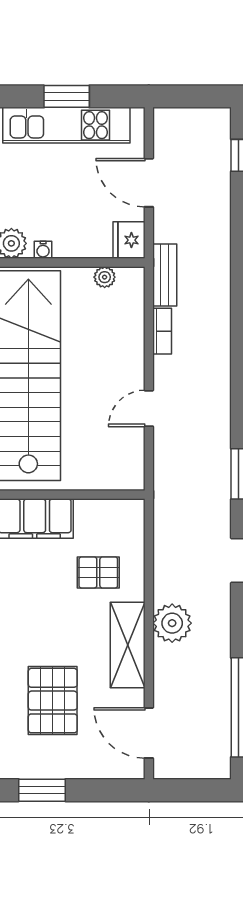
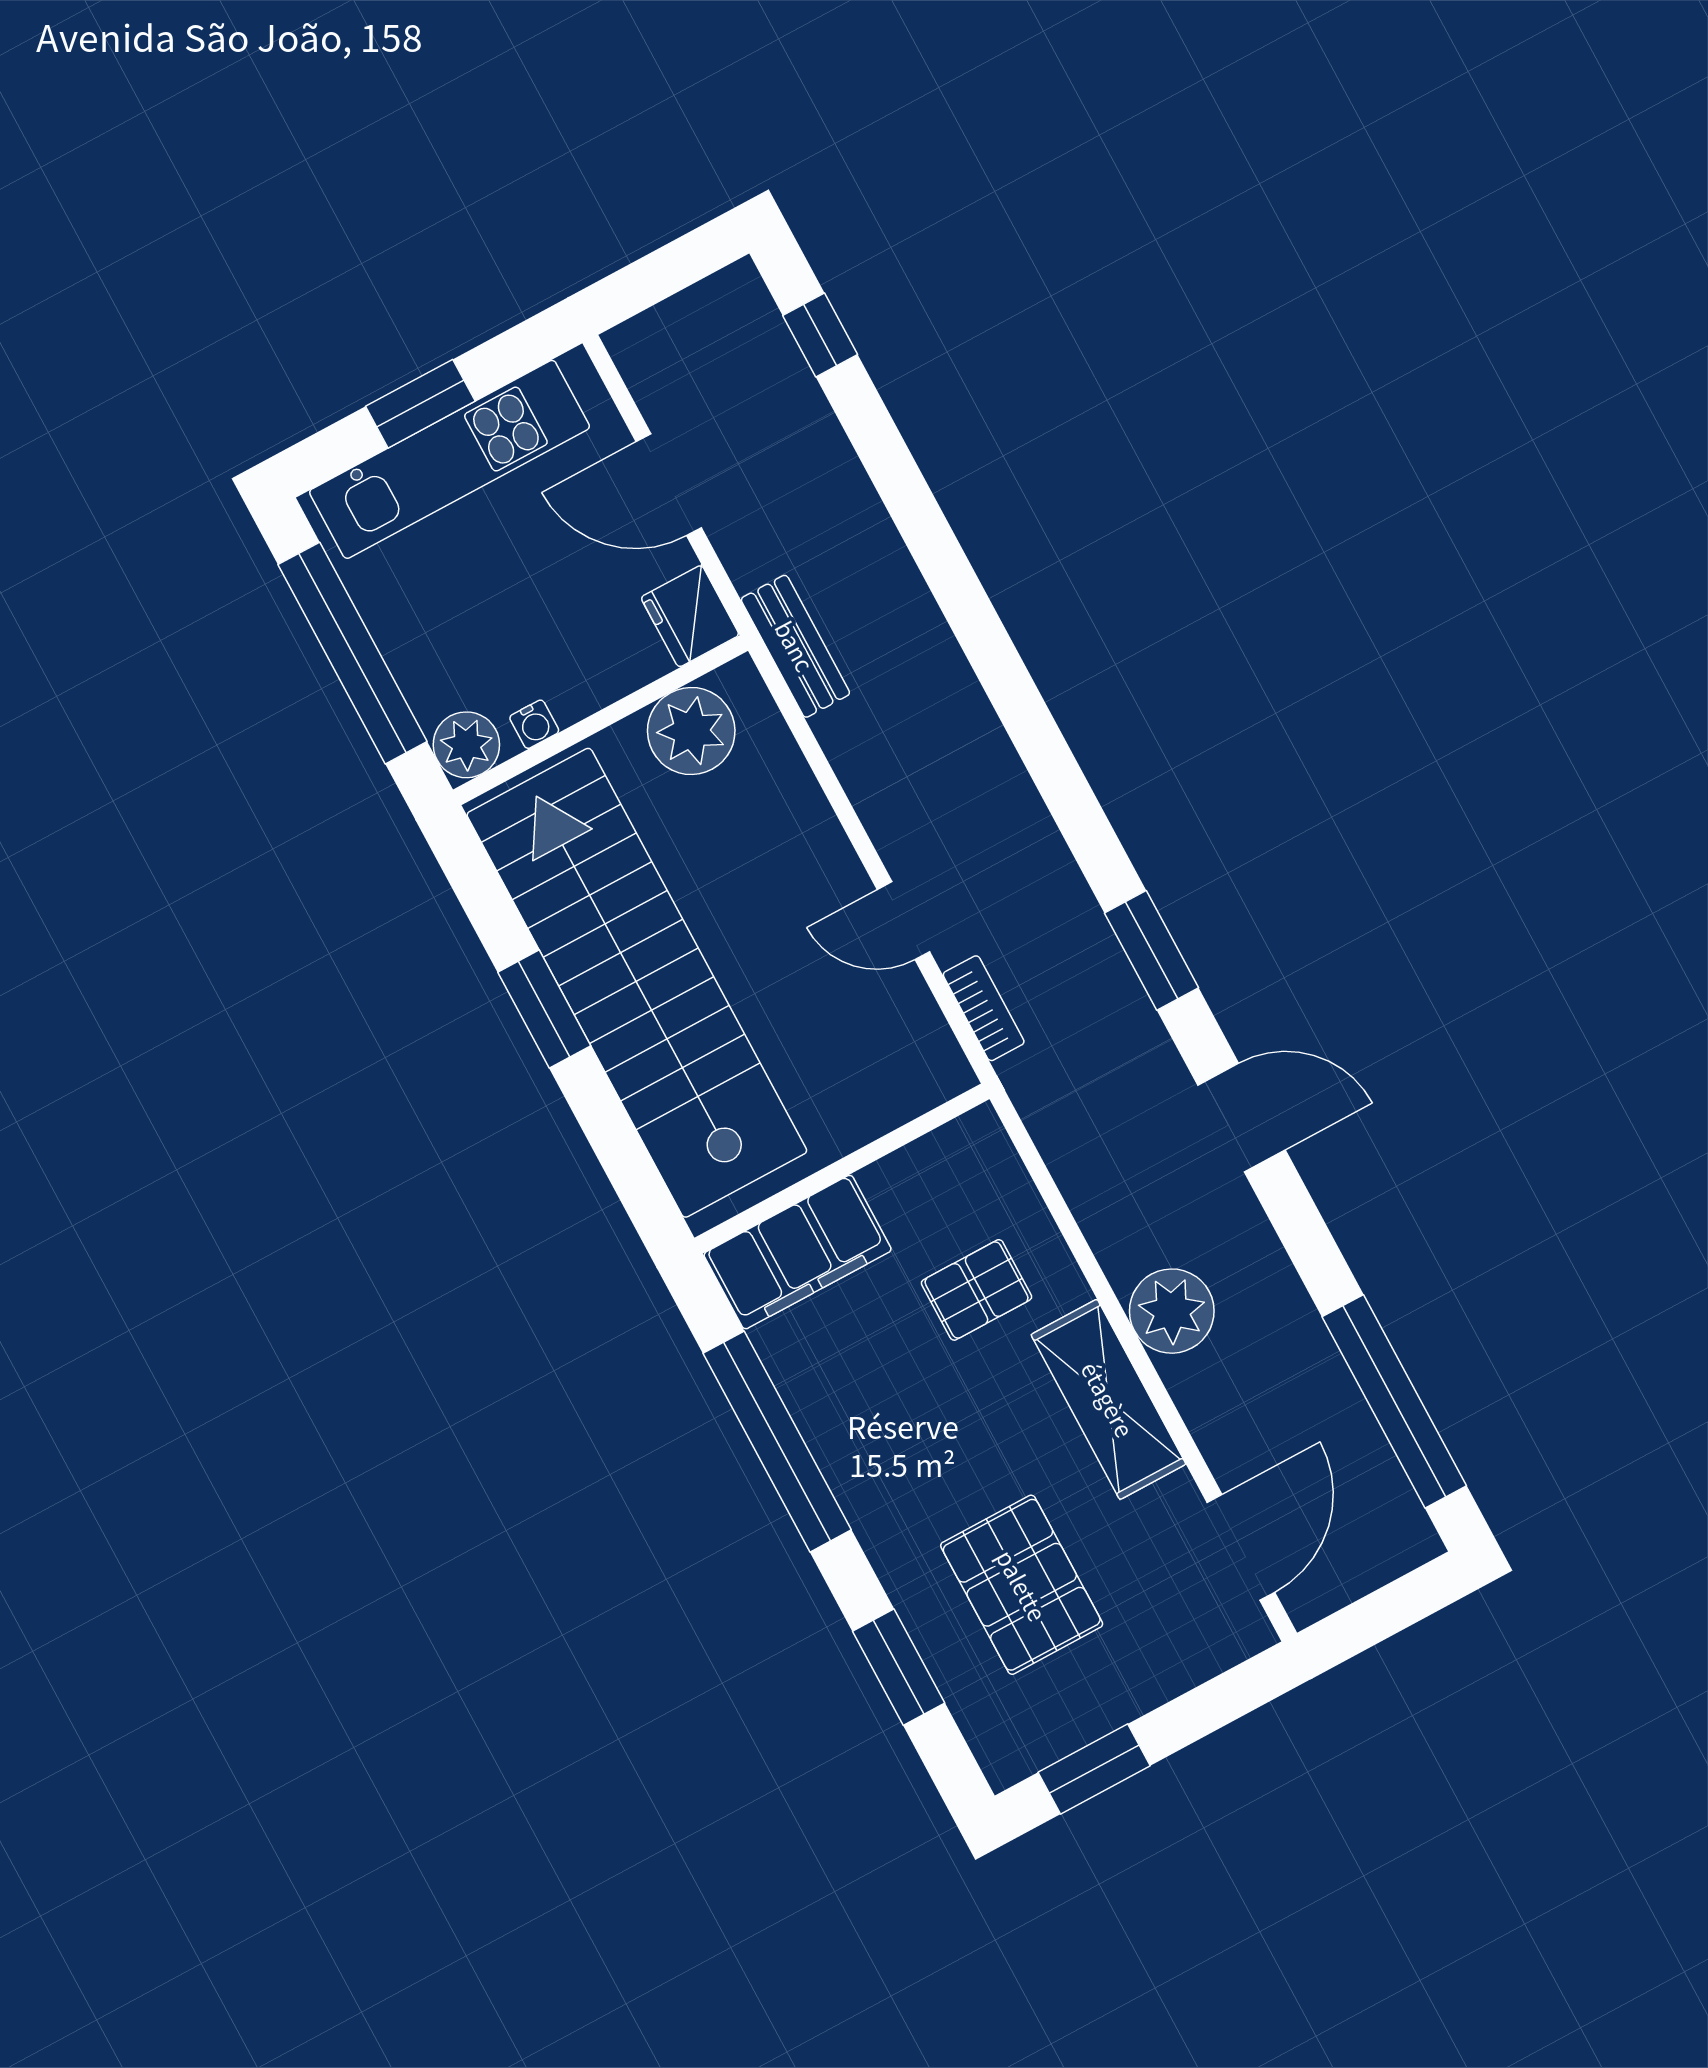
plant: (105, 277) -> (691, 731), width x1.87, depth x1.87
bookcase: (162, 331) -> (984, 1008), moved
door: (149, 408) -> (903, 921), hinge flipped
door: (149, 733) -> (1241, 1547), swing flipped

